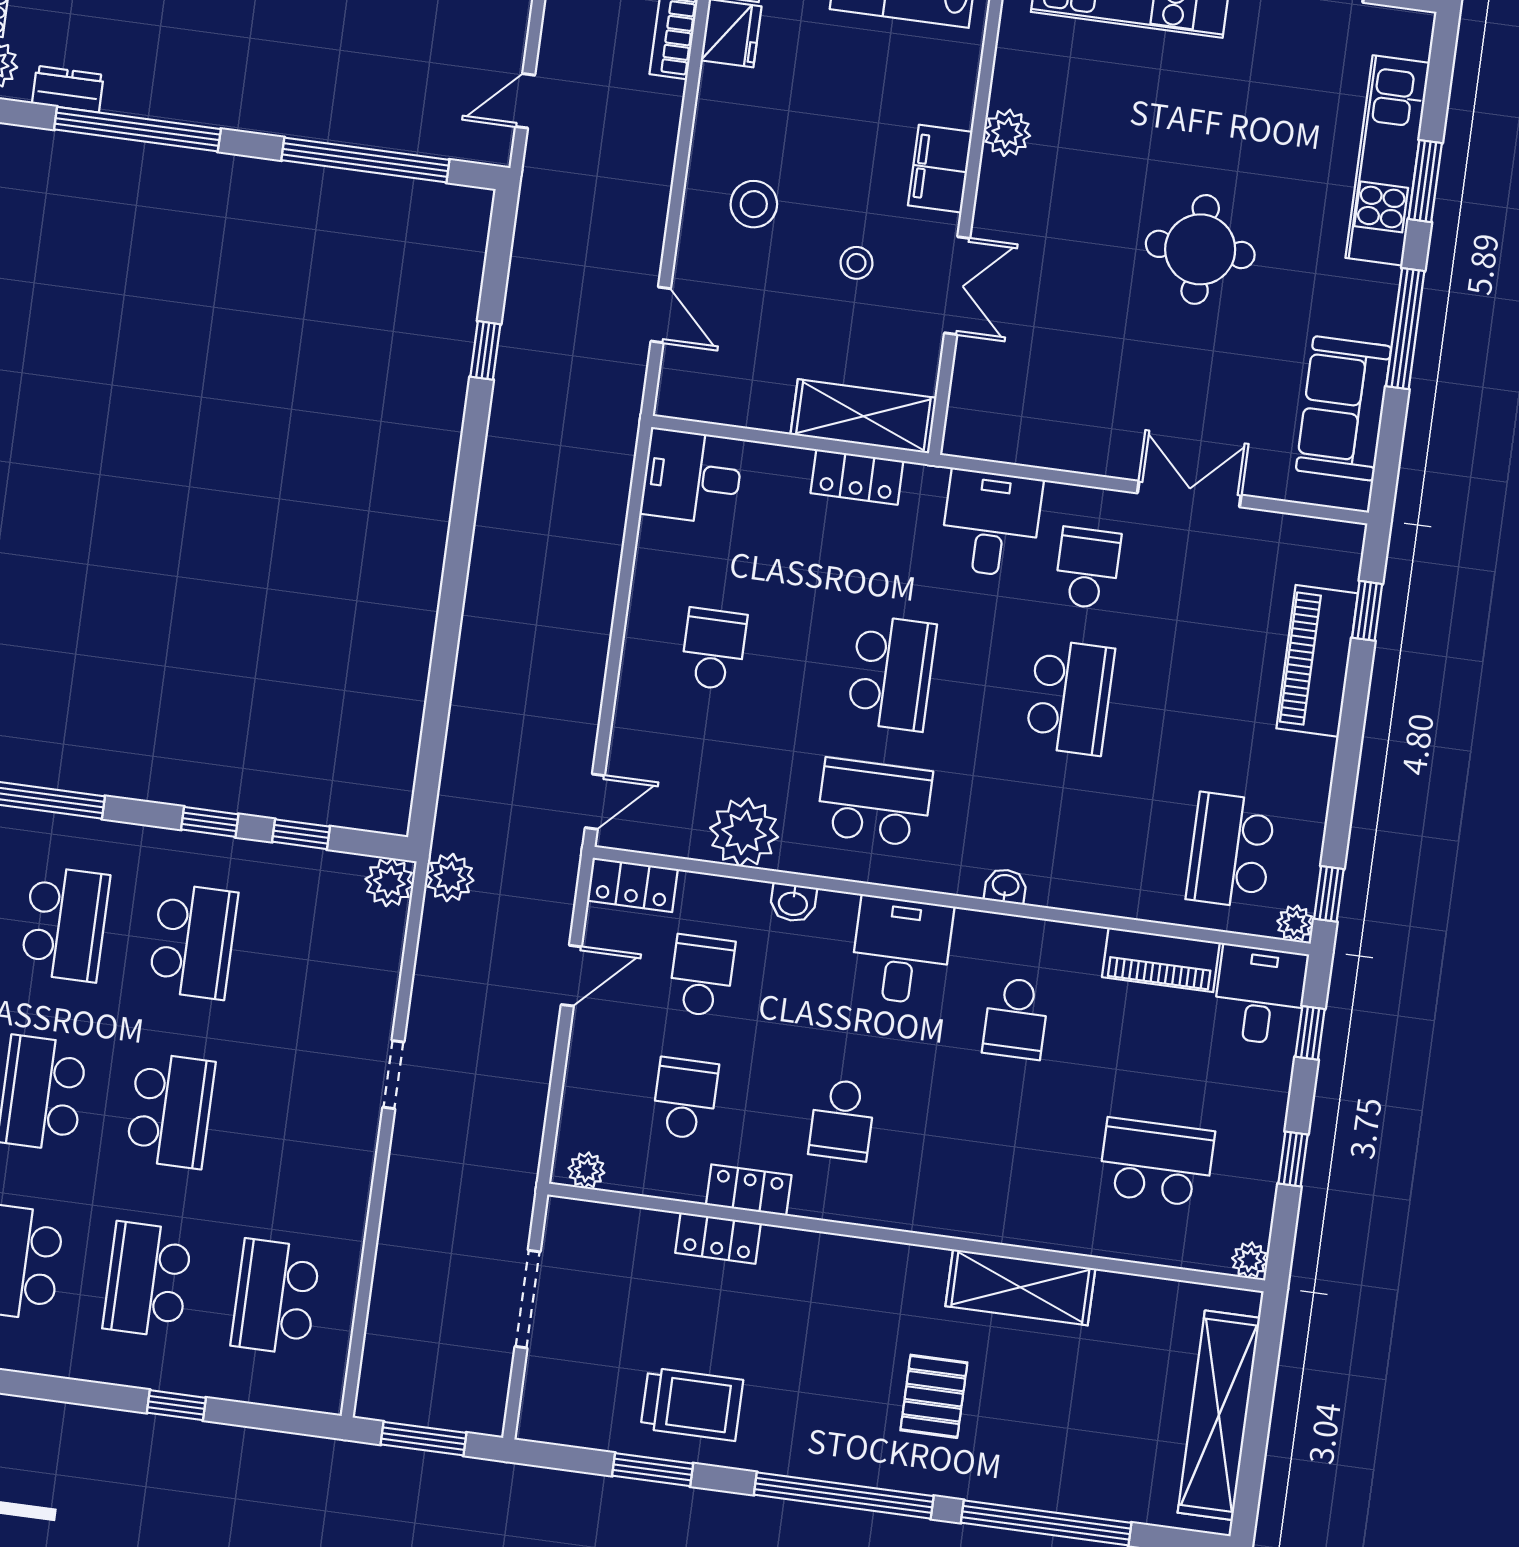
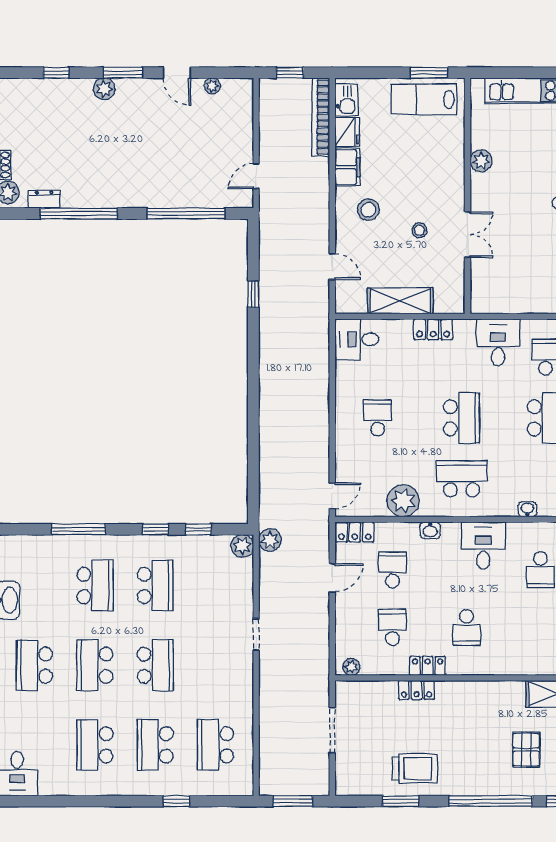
filing cabinet: (940, 169) -> (347, 167), moved, turned 180
shelving: (863, 416) -> (400, 301), moved

